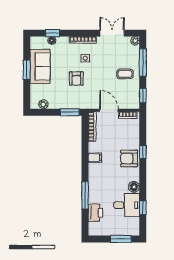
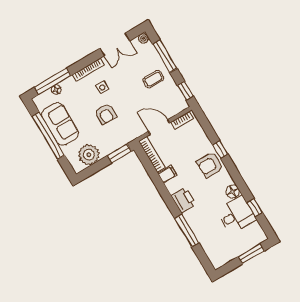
window: (53, 33) -> (53, 81), width x2.17
double door: (112, 33) -> (115, 45), swing flipped
window: (27, 70) -> (48, 136), width x2.11
plant: (43, 104) -> (89, 155), width x1.88, depth x1.88
filing cabinet: (95, 158) -> (167, 174), moved
printer: (95, 213) -> (183, 200), moved

